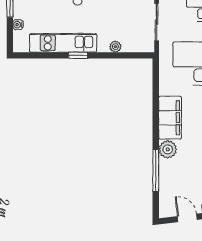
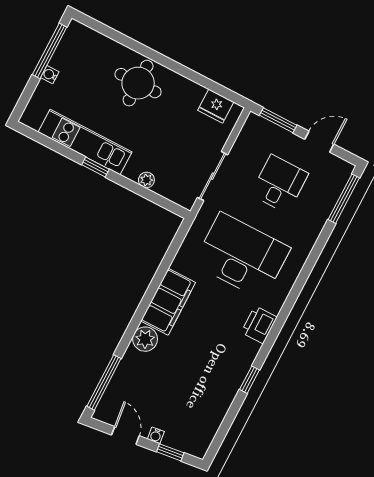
water cooler: (18, 25) -> (50, 75), moved
window: (156, 170) -> (104, 382), moved

